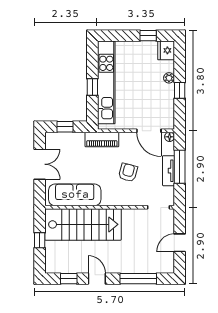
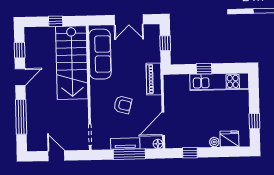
fridge: (166, 50) -> (229, 139), moved
kitchen unit: (106, 82) -> (219, 82), width x0.73
window: (180, 90) -> (190, 153), moved

